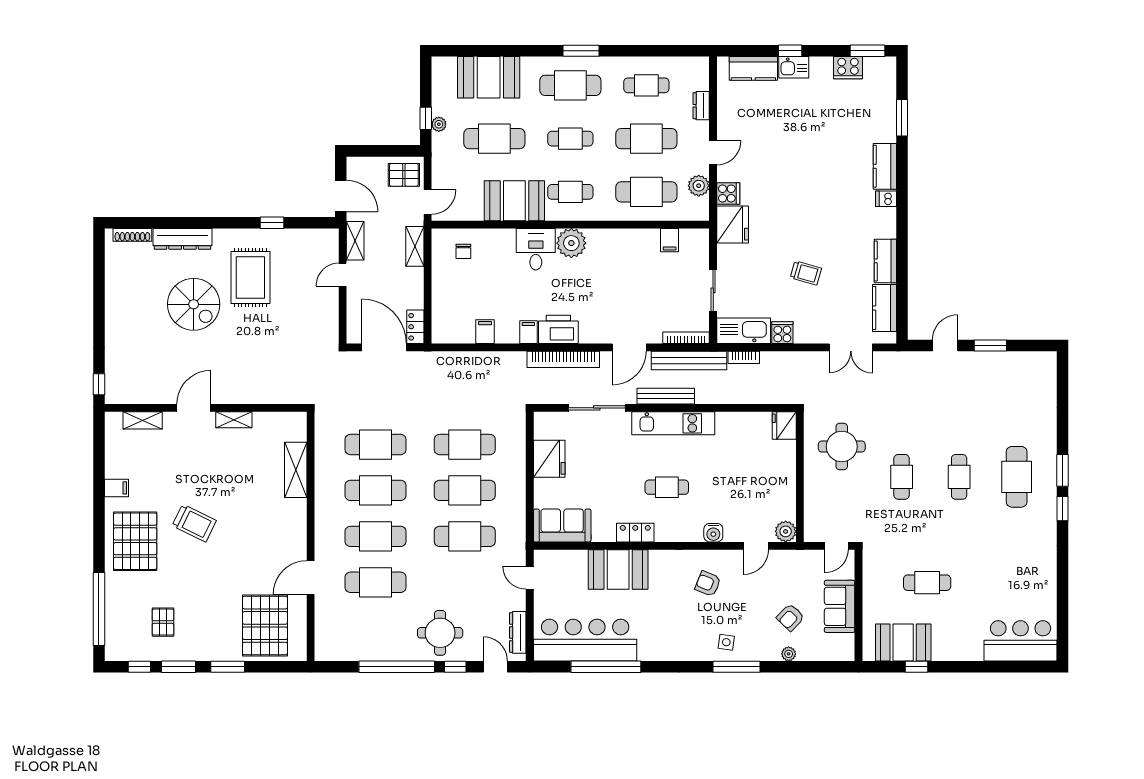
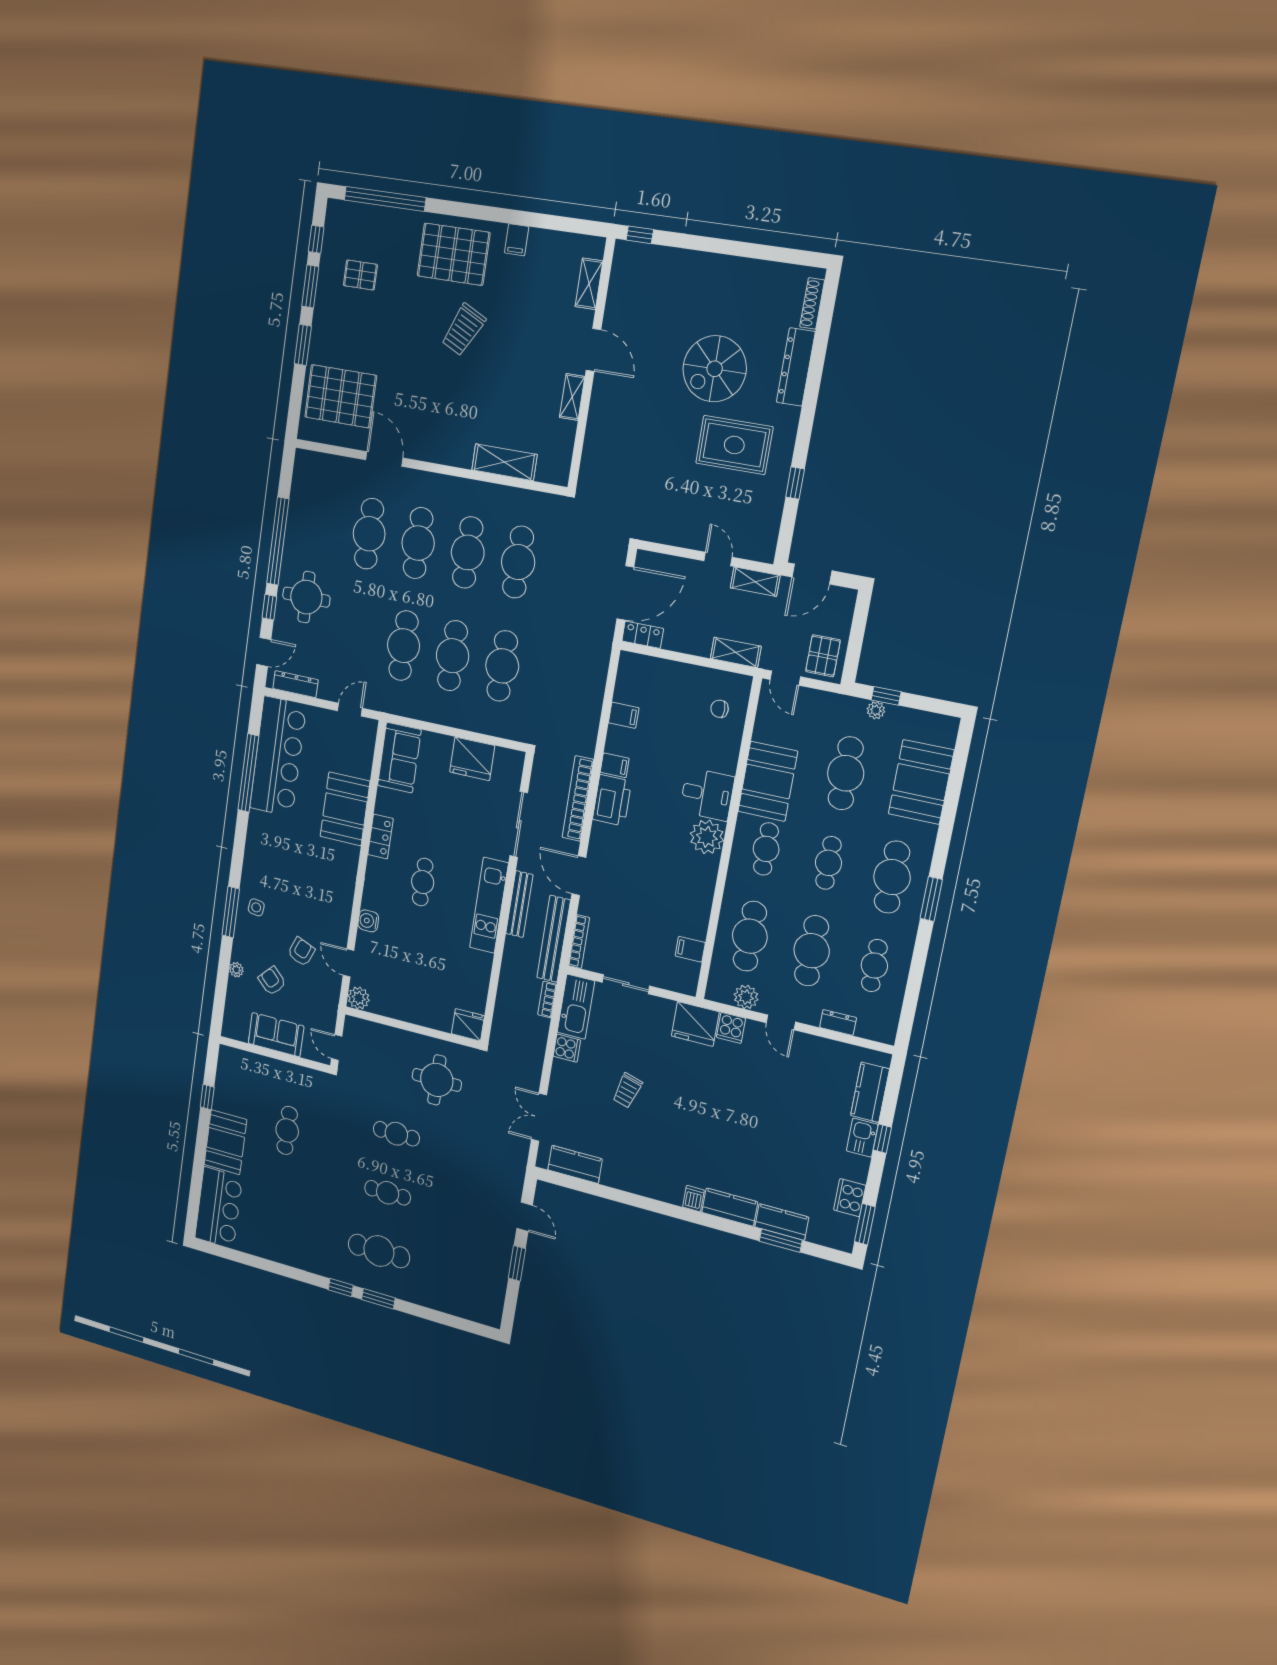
kitchen counter: (885, 261) -> (782, 1222), moved
armchair: (708, 584) -> (301, 952), moved
booth: (903, 643) -> (225, 1142), moved

